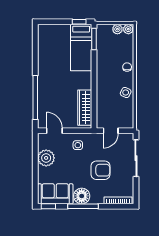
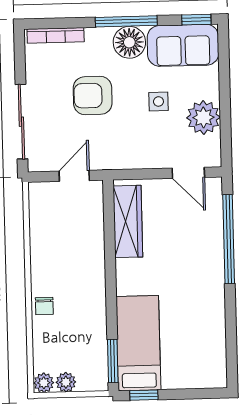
side table: (126, 92) -> (46, 254), removed
side table: (78, 145) -> (158, 101), moved

